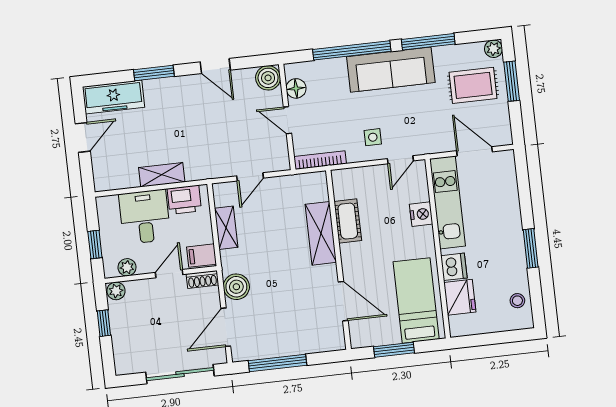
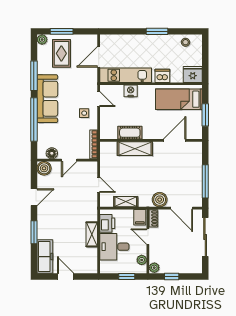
fridge: (460, 297) -> (193, 74), moved

